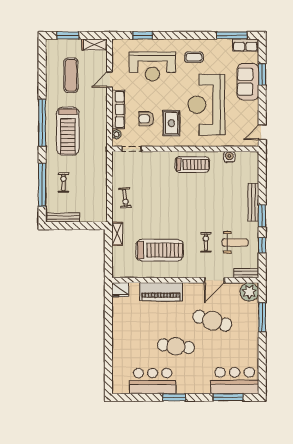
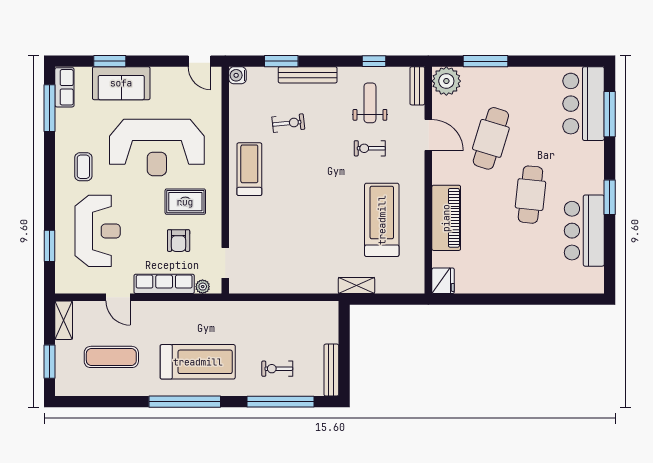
water cooler: (229, 157) -> (238, 75), moved
exercise bike: (125, 198) -> (288, 123), moved
window: (262, 216) -> (281, 61), moved

